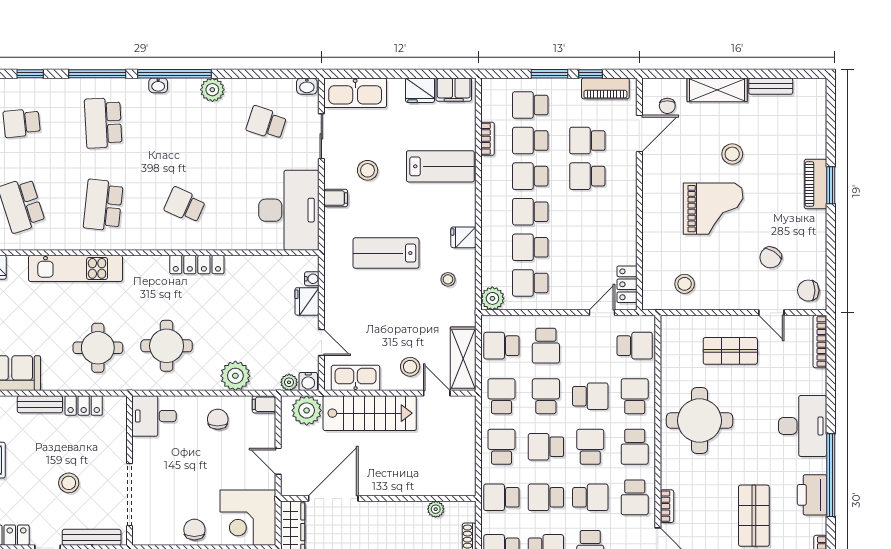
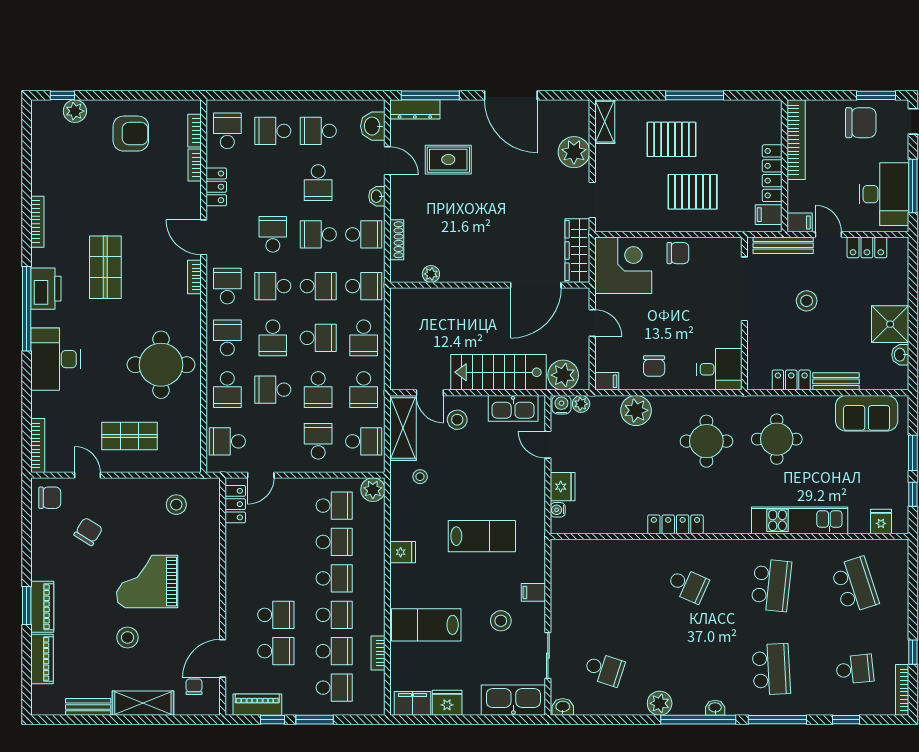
piano: (816, 133) -> (42, 659), added
desk: (289, 210) -> (581, 580), removed
stool: (448, 279) -> (420, 477), moved
chair: (194, 530) -> (678, 253), turned -90

